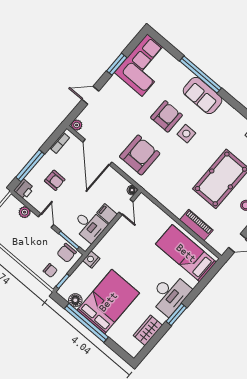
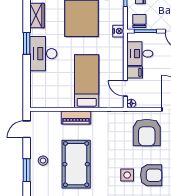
armchair: (167, 116) -> (151, 175), turned -90
piano: (196, 225) -> (76, 117), moved
bed: (186, 253) -> (87, 81), moved, turned -90

